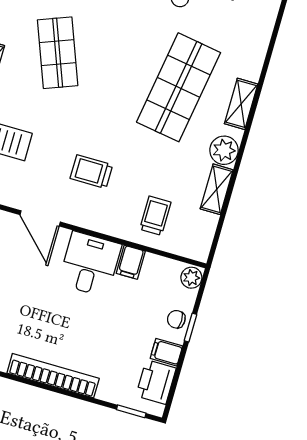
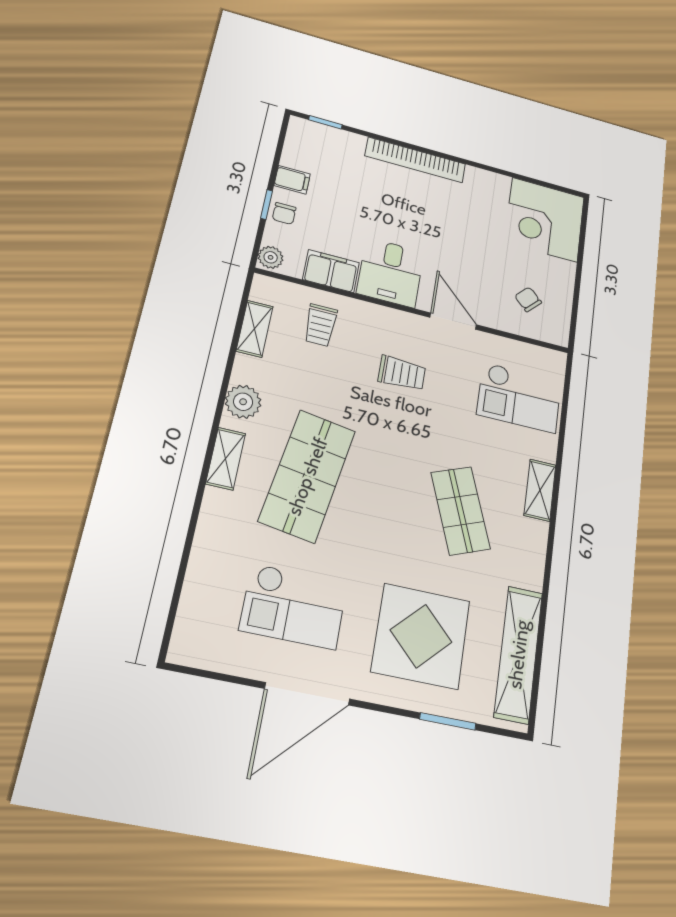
shelving: (217, 189) -> (255, 329), moved
filing cabinet: (131, 262) -> (331, 271), width x2.00
chair: (176, 319) -> (284, 213), turned 90
printer: (156, 382) -> (301, 150), removed

